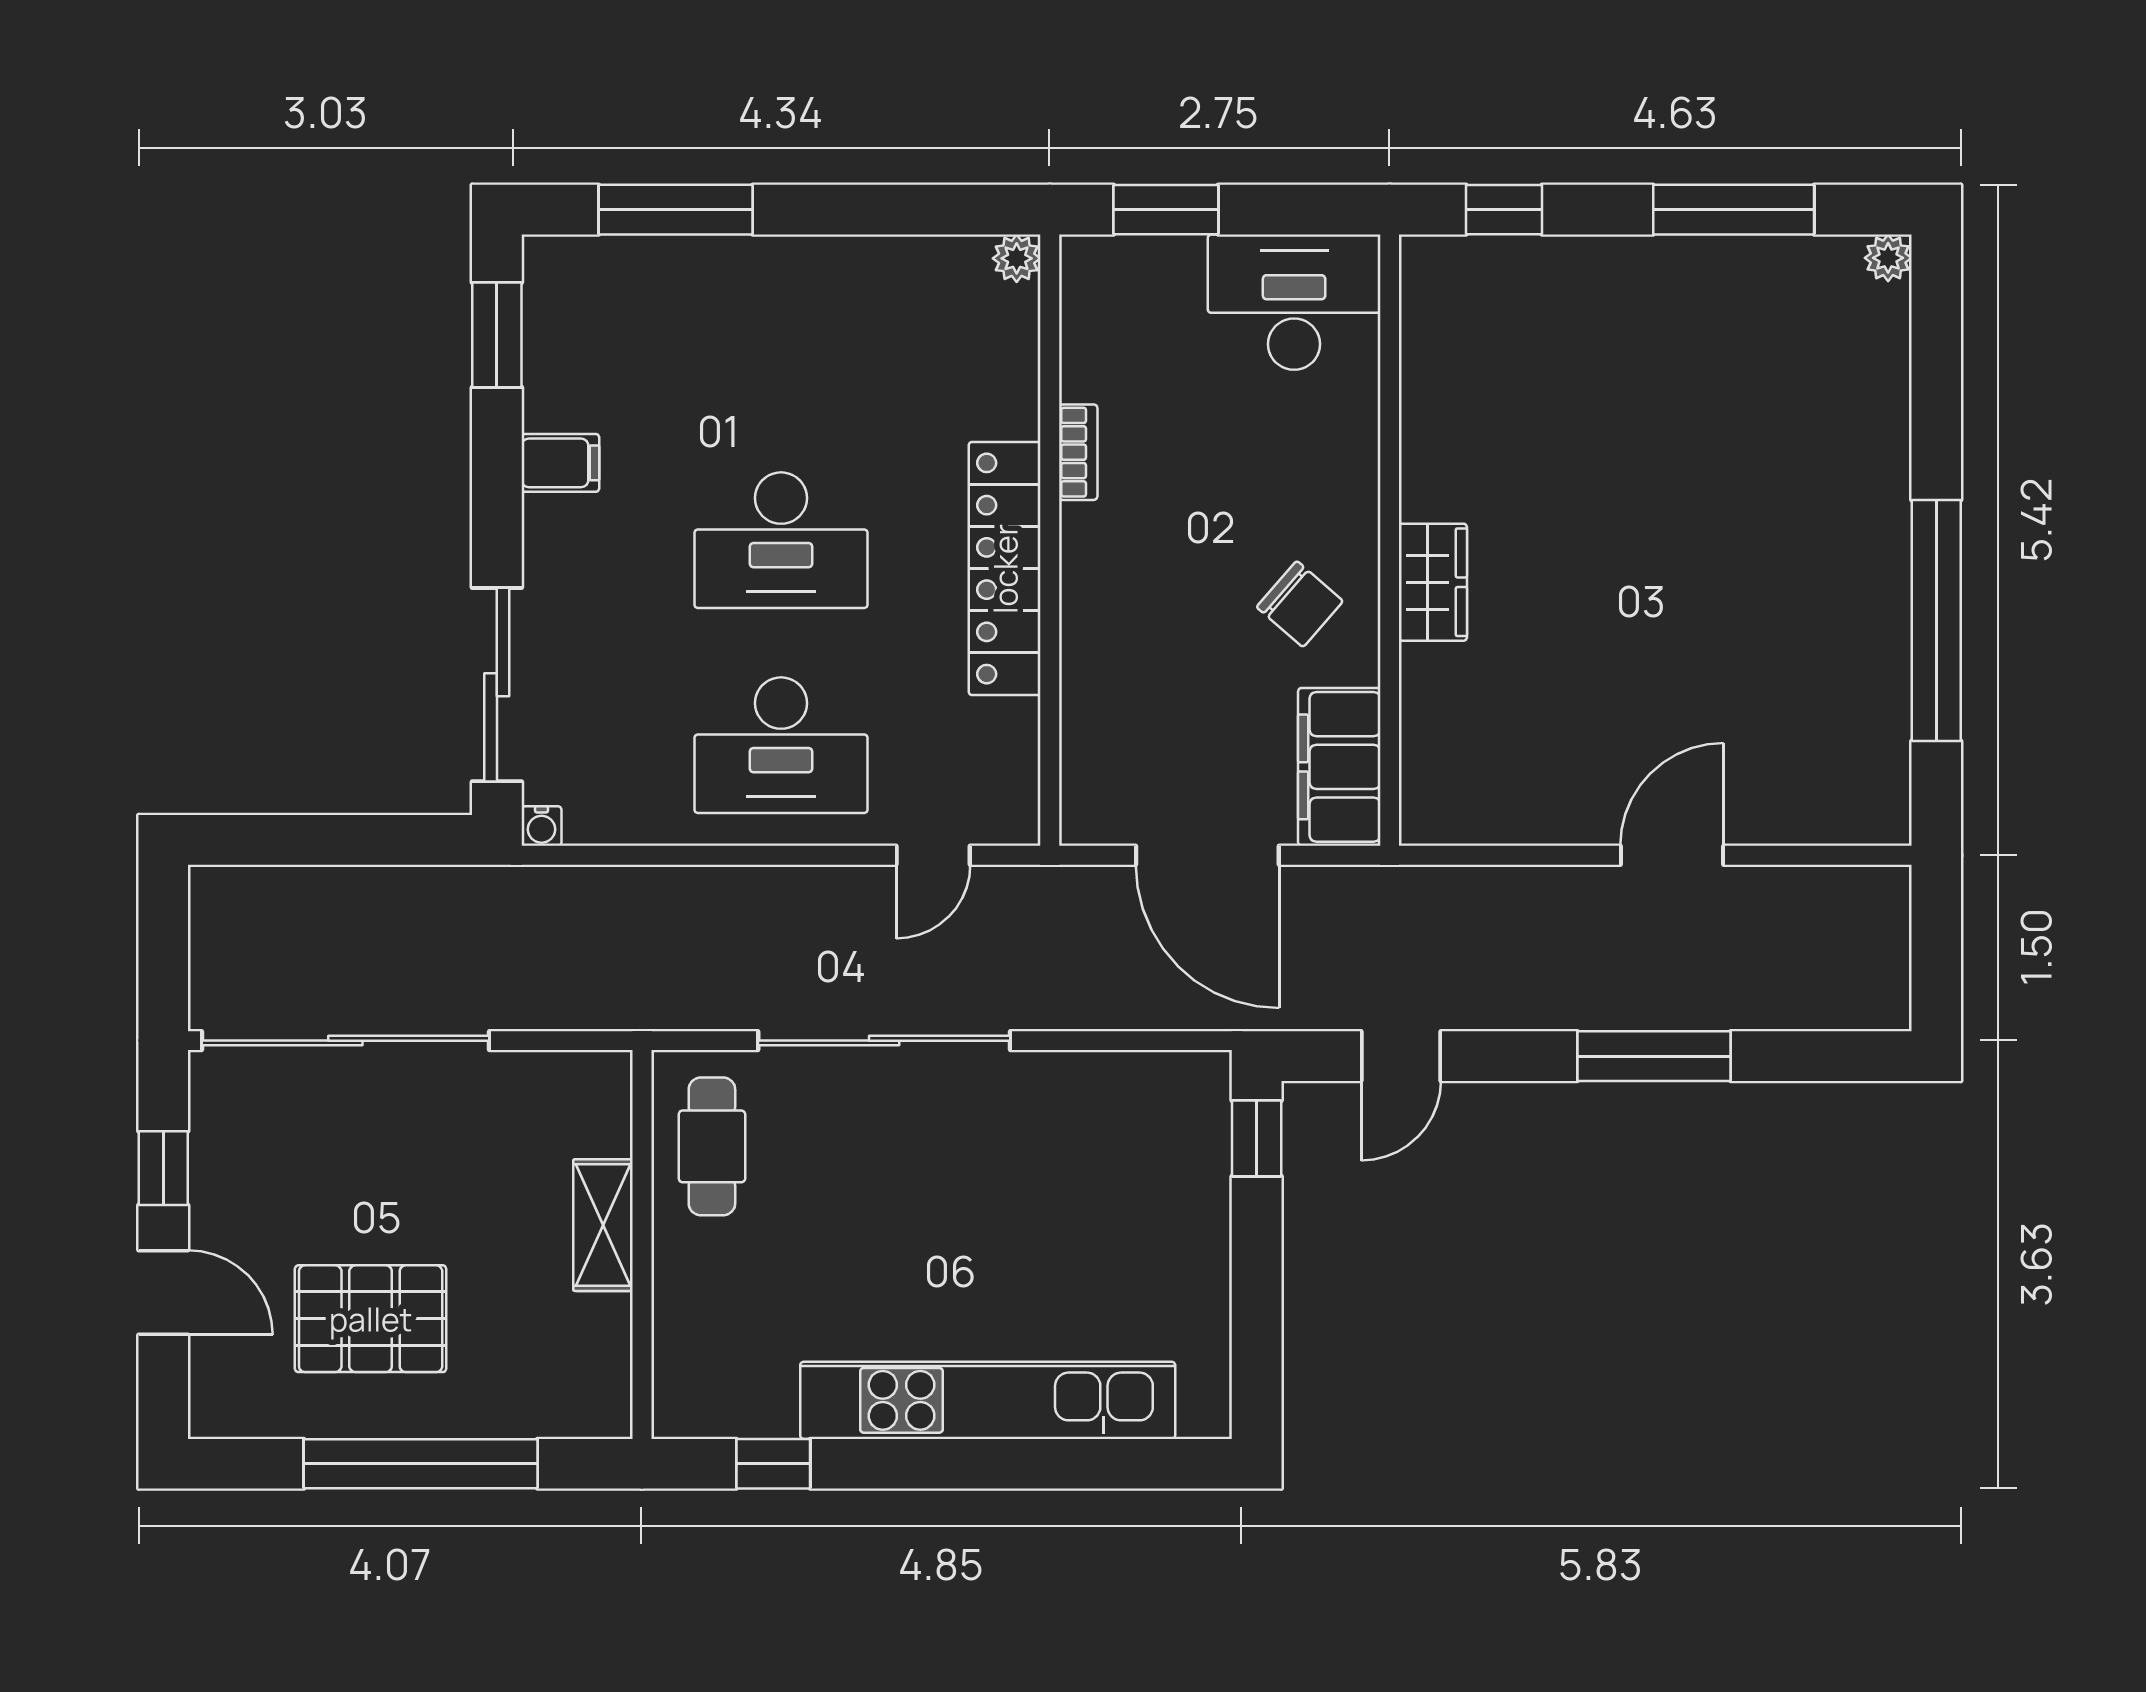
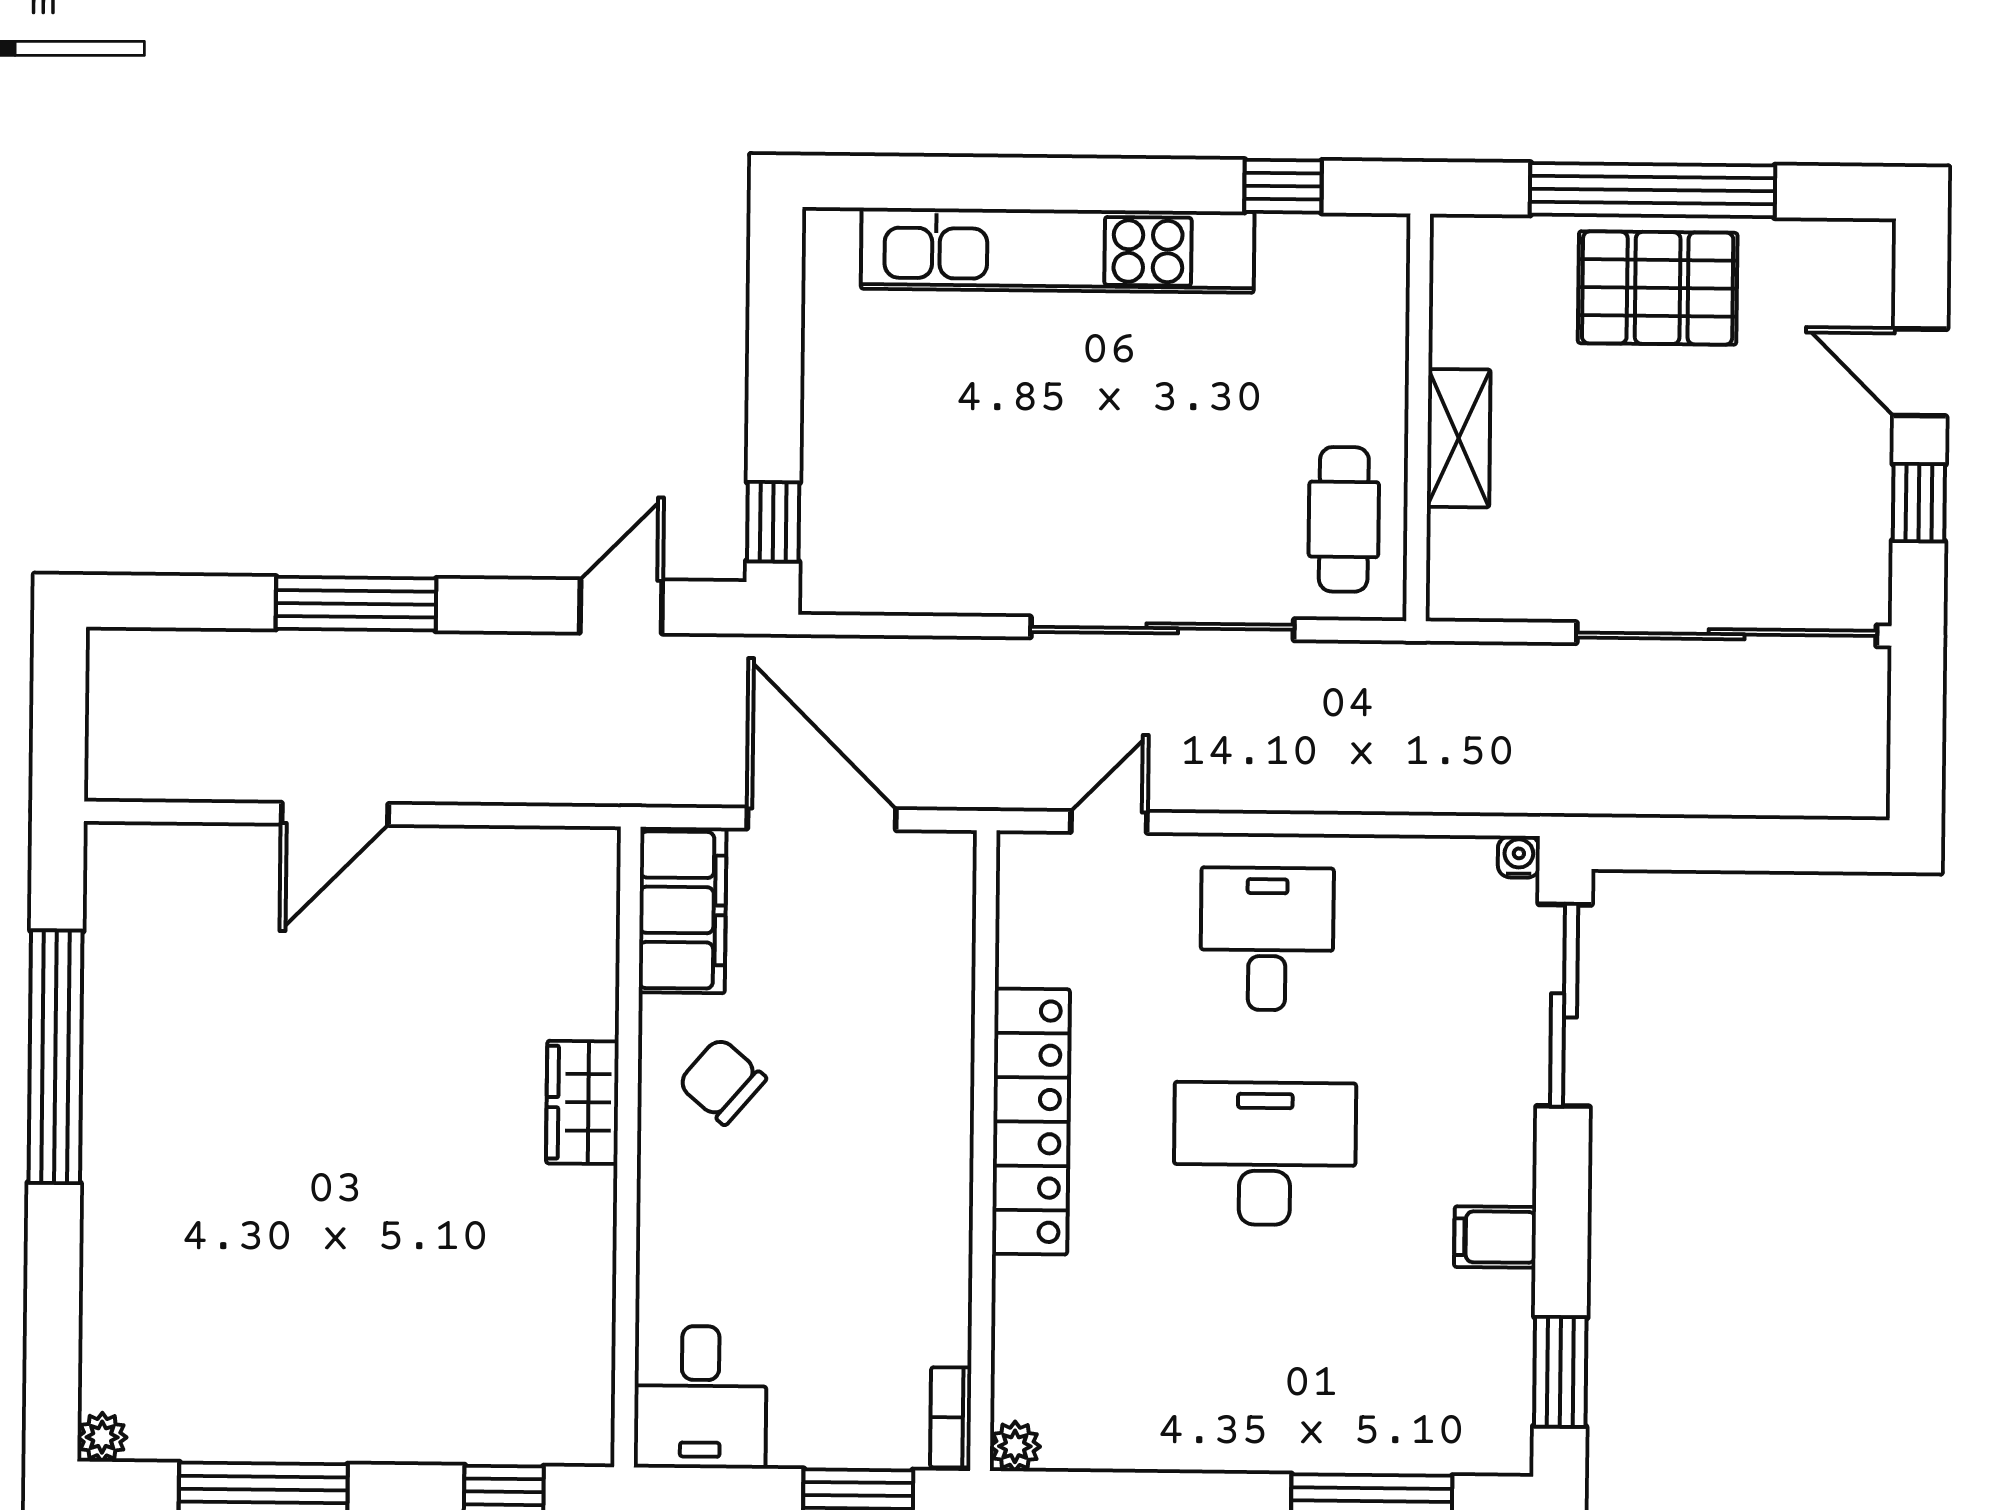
desk: (1294, 302) -> (700, 1397), width x0.73
bookcase: (1078, 452) -> (951, 1417), moved
desk: (781, 745) -> (1267, 939), width x0.73
pallet: (371, 1319) -> (1658, 288), moved

